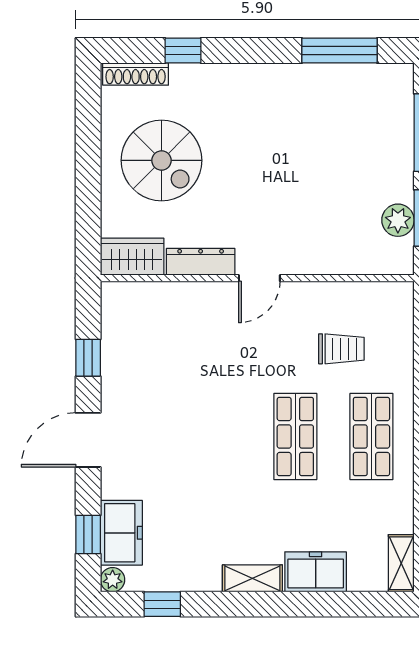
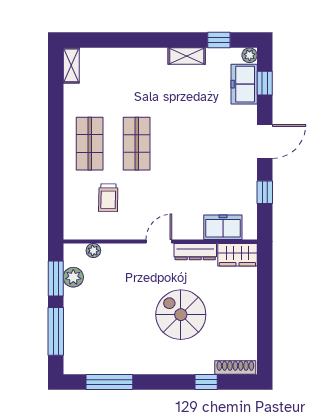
spiral stairs: (162, 160) -> (181, 315), moved
plant: (365, 263) -> (93, 251), added
trolley: (341, 349) -> (108, 198), turned -89
freezer: (316, 572) -> (223, 227), moved, turned 180
shelving: (252, 578) -> (187, 56), moved

